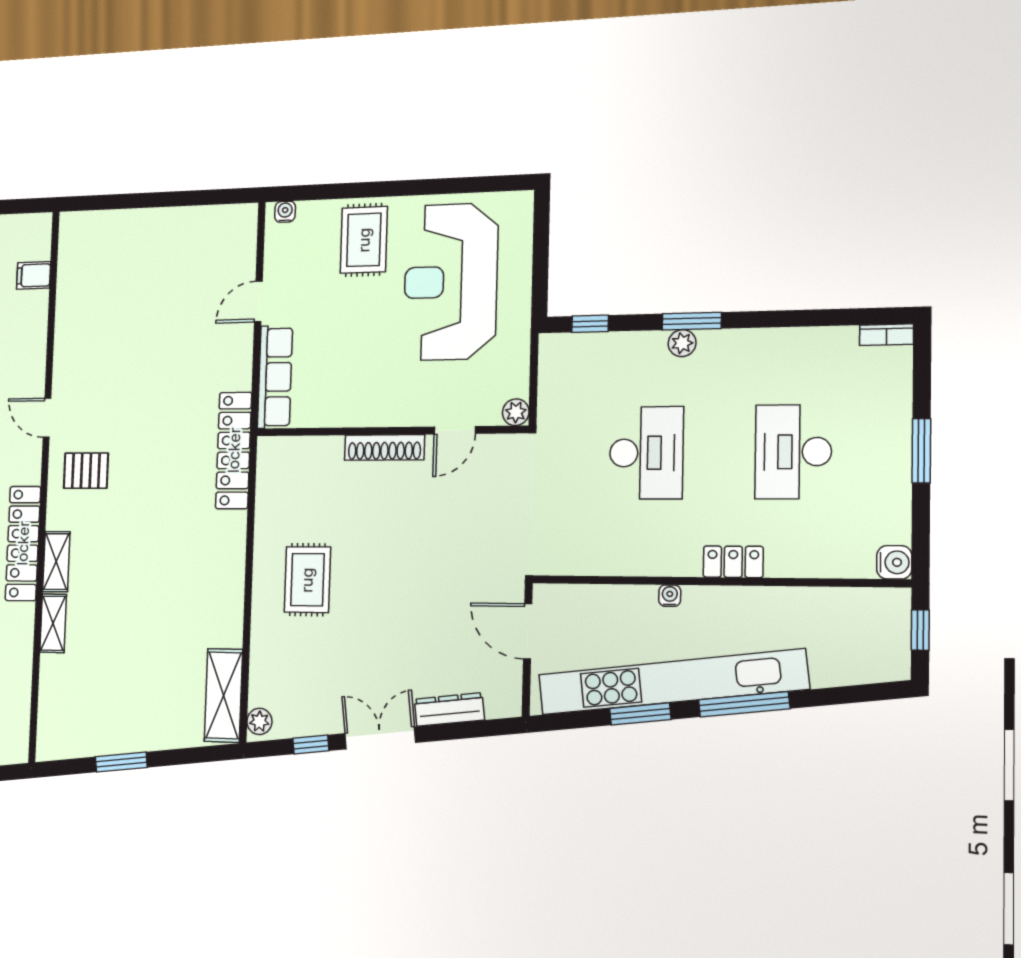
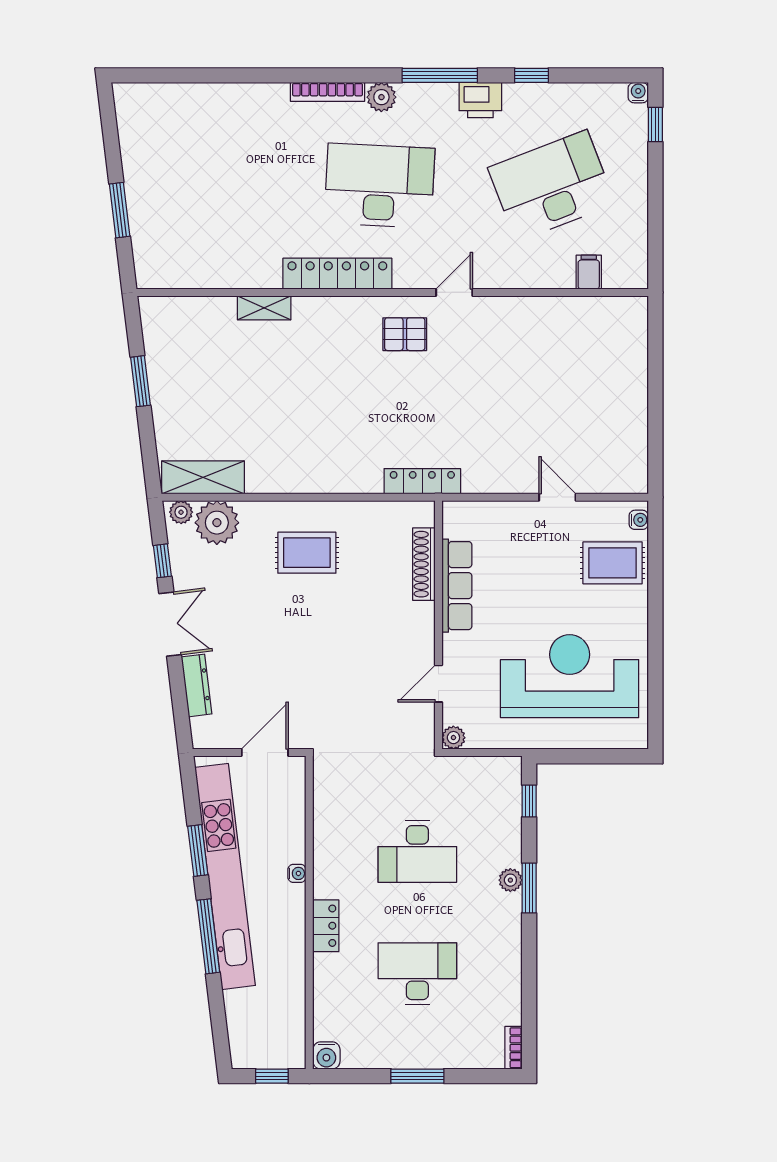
rug: (364, 240) -> (613, 563), moved
row of seats: (275, 377) -> (457, 586), moved, turned -90
door: (455, 430) -> (438, 684), hinge flipped
shoe rack: (384, 447) -> (424, 564), moved
locker: (234, 450) -> (422, 481), width x0.71, depth x0.83
pallet: (86, 471) -> (405, 334), turned 90
shelving: (56, 562) -> (321, 308), removed
plant: (272, 681) -> (217, 523), added

